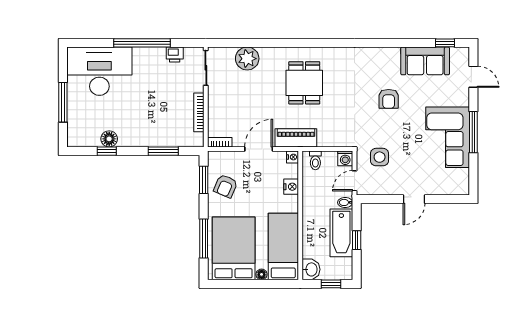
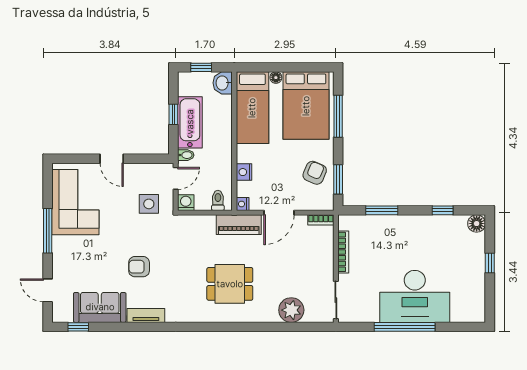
tv unit: (382, 54) -> (146, 315), added
printer: (175, 55) -> (369, 314), removed
desk: (99, 71) -> (415, 296), moved
dining table: (304, 83) -> (230, 284), turned 90
armchair: (389, 99) -> (139, 267), turned -90
window: (63, 102) -> (490, 263), width x0.46
corner sofa: (448, 137) -> (75, 202), moved
floor lamp: (109, 139) -> (477, 224), moved
door: (414, 199) -> (112, 159), swing flipped

